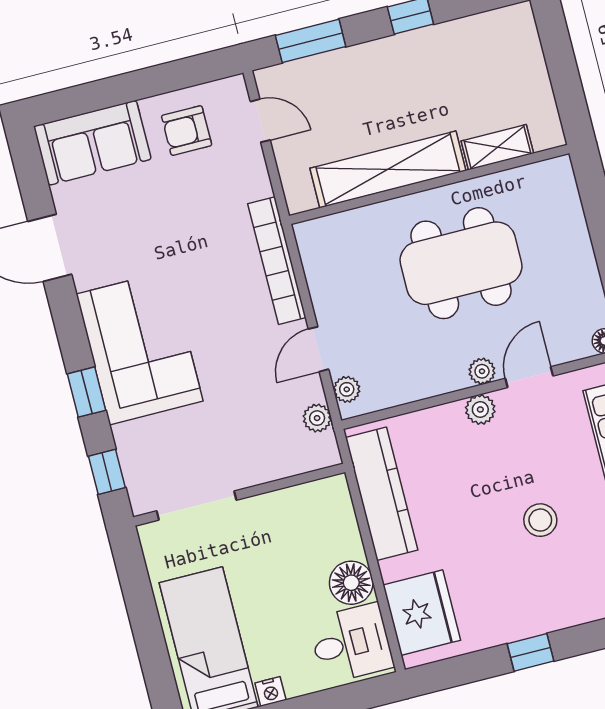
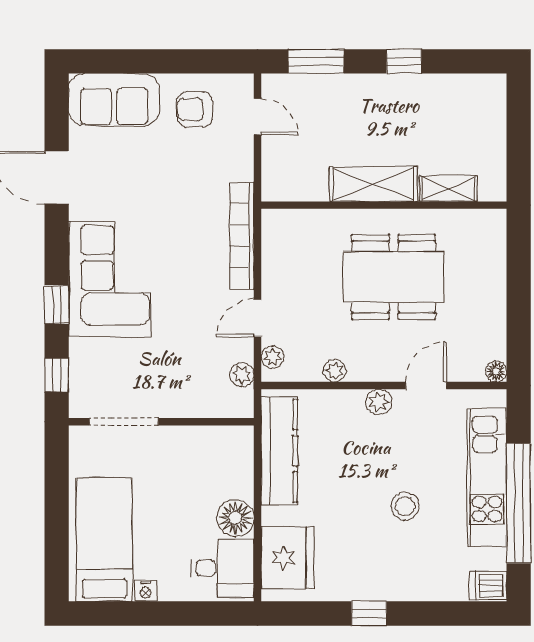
shelving: (388, 169) -> (373, 184), width x0.68
plant: (482, 371) -> (335, 371), moved

